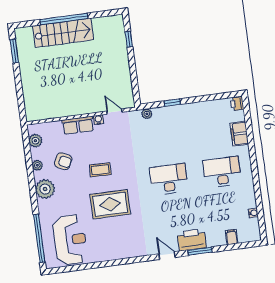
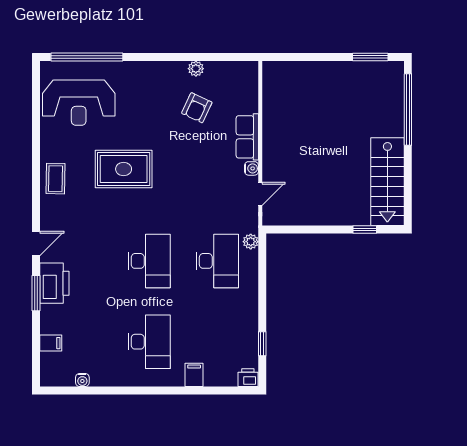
window: (64, 19) -> (408, 109), moved
stairs: (63, 33) -> (387, 182), moved
window: (172, 103) -> (262, 344), moved
desk: (163, 134) -> (217, 261), added
filing cabinet: (239, 134) -> (194, 375), width x0.50
plant: (35, 141) -> (233, 71), removed
coffee table: (100, 170) -> (55, 179), moved
plant: (45, 189) -> (159, 75), removed
rug: (110, 204) -> (124, 169), turned 90

